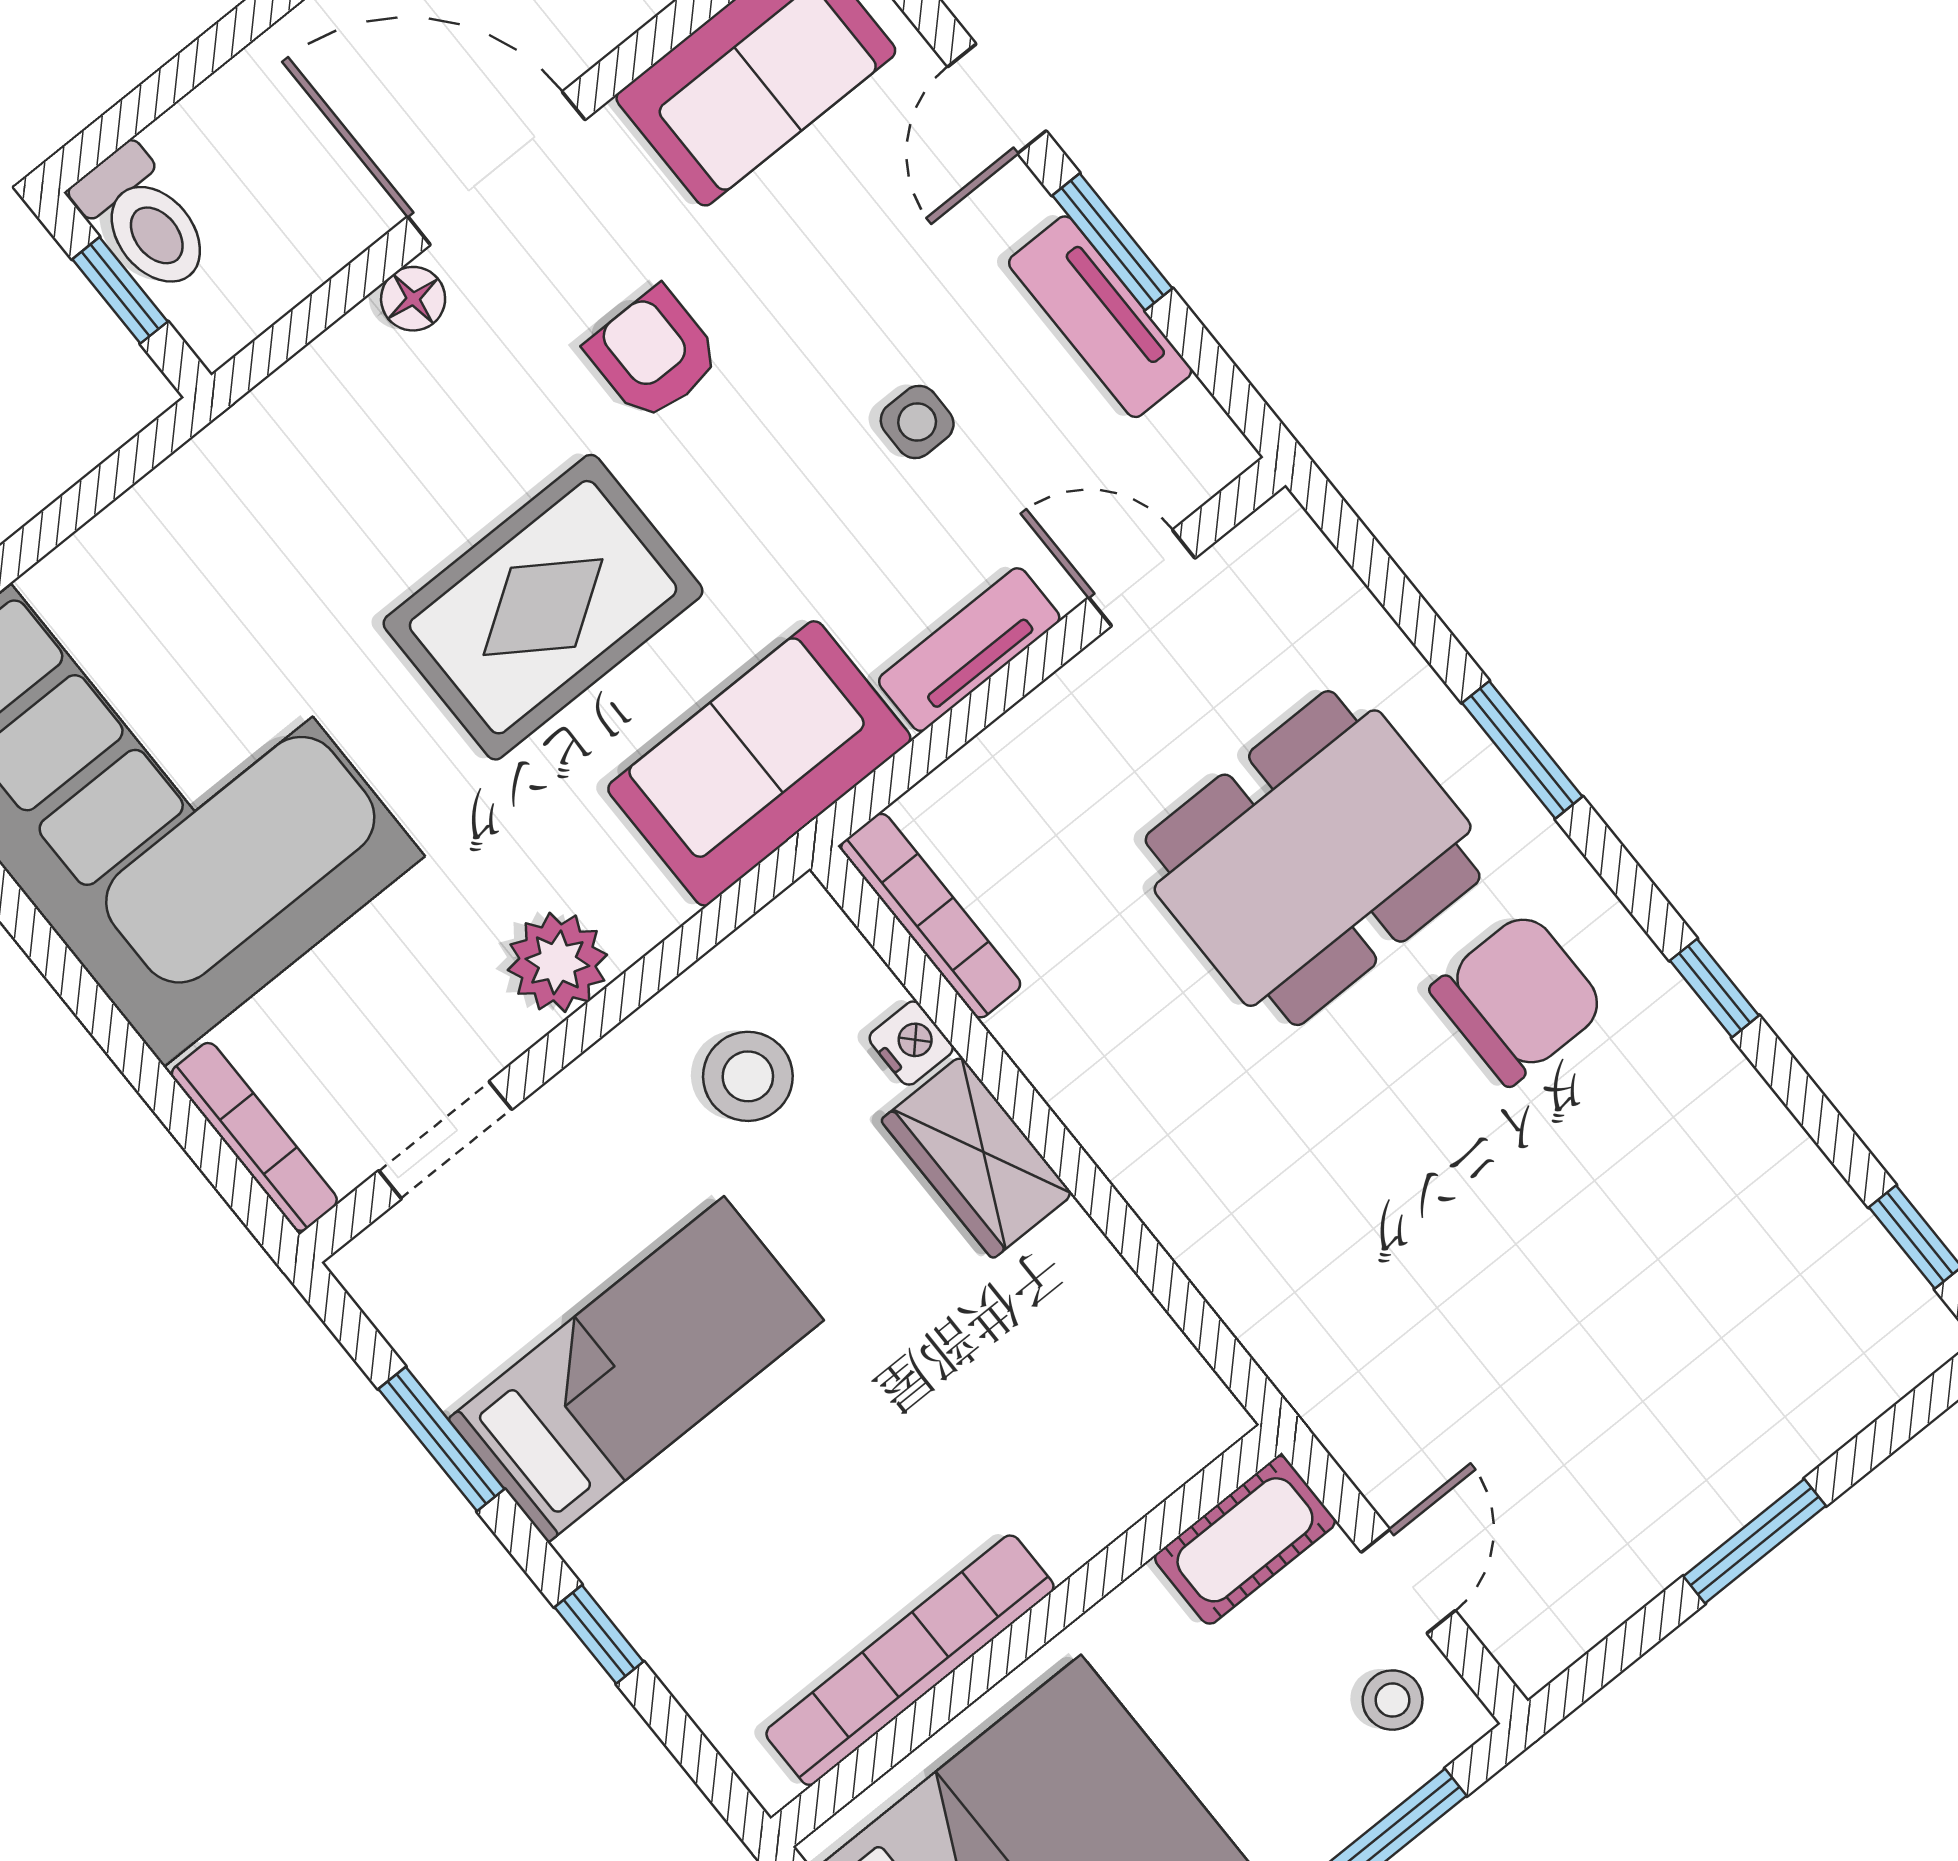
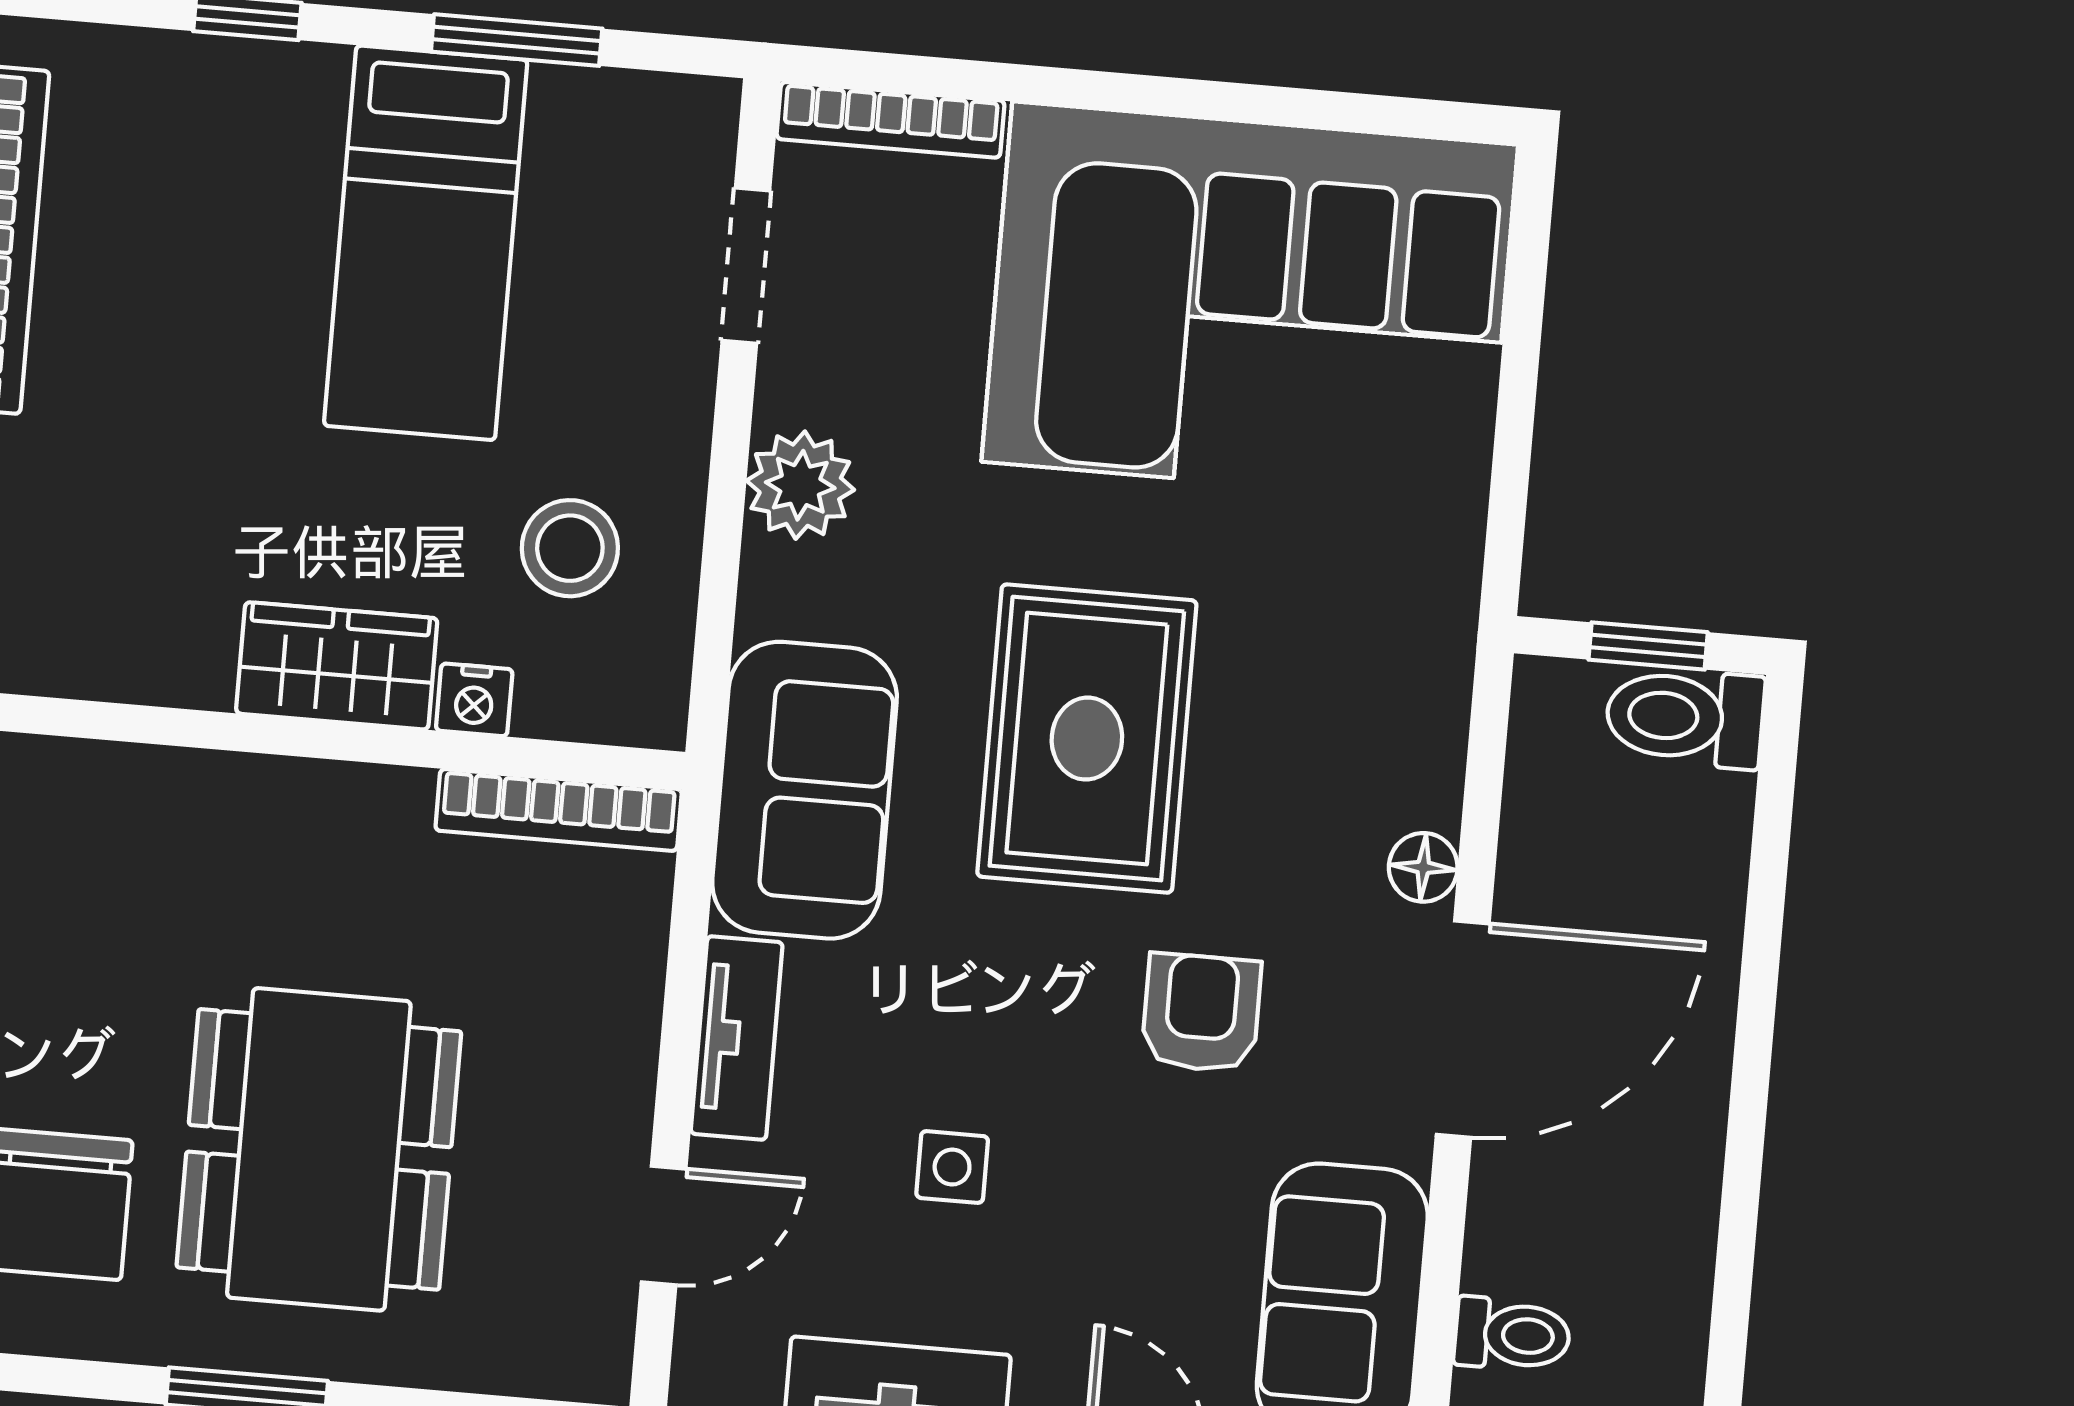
armchair: (653, 354) -> (1201, 1013), turned -90

